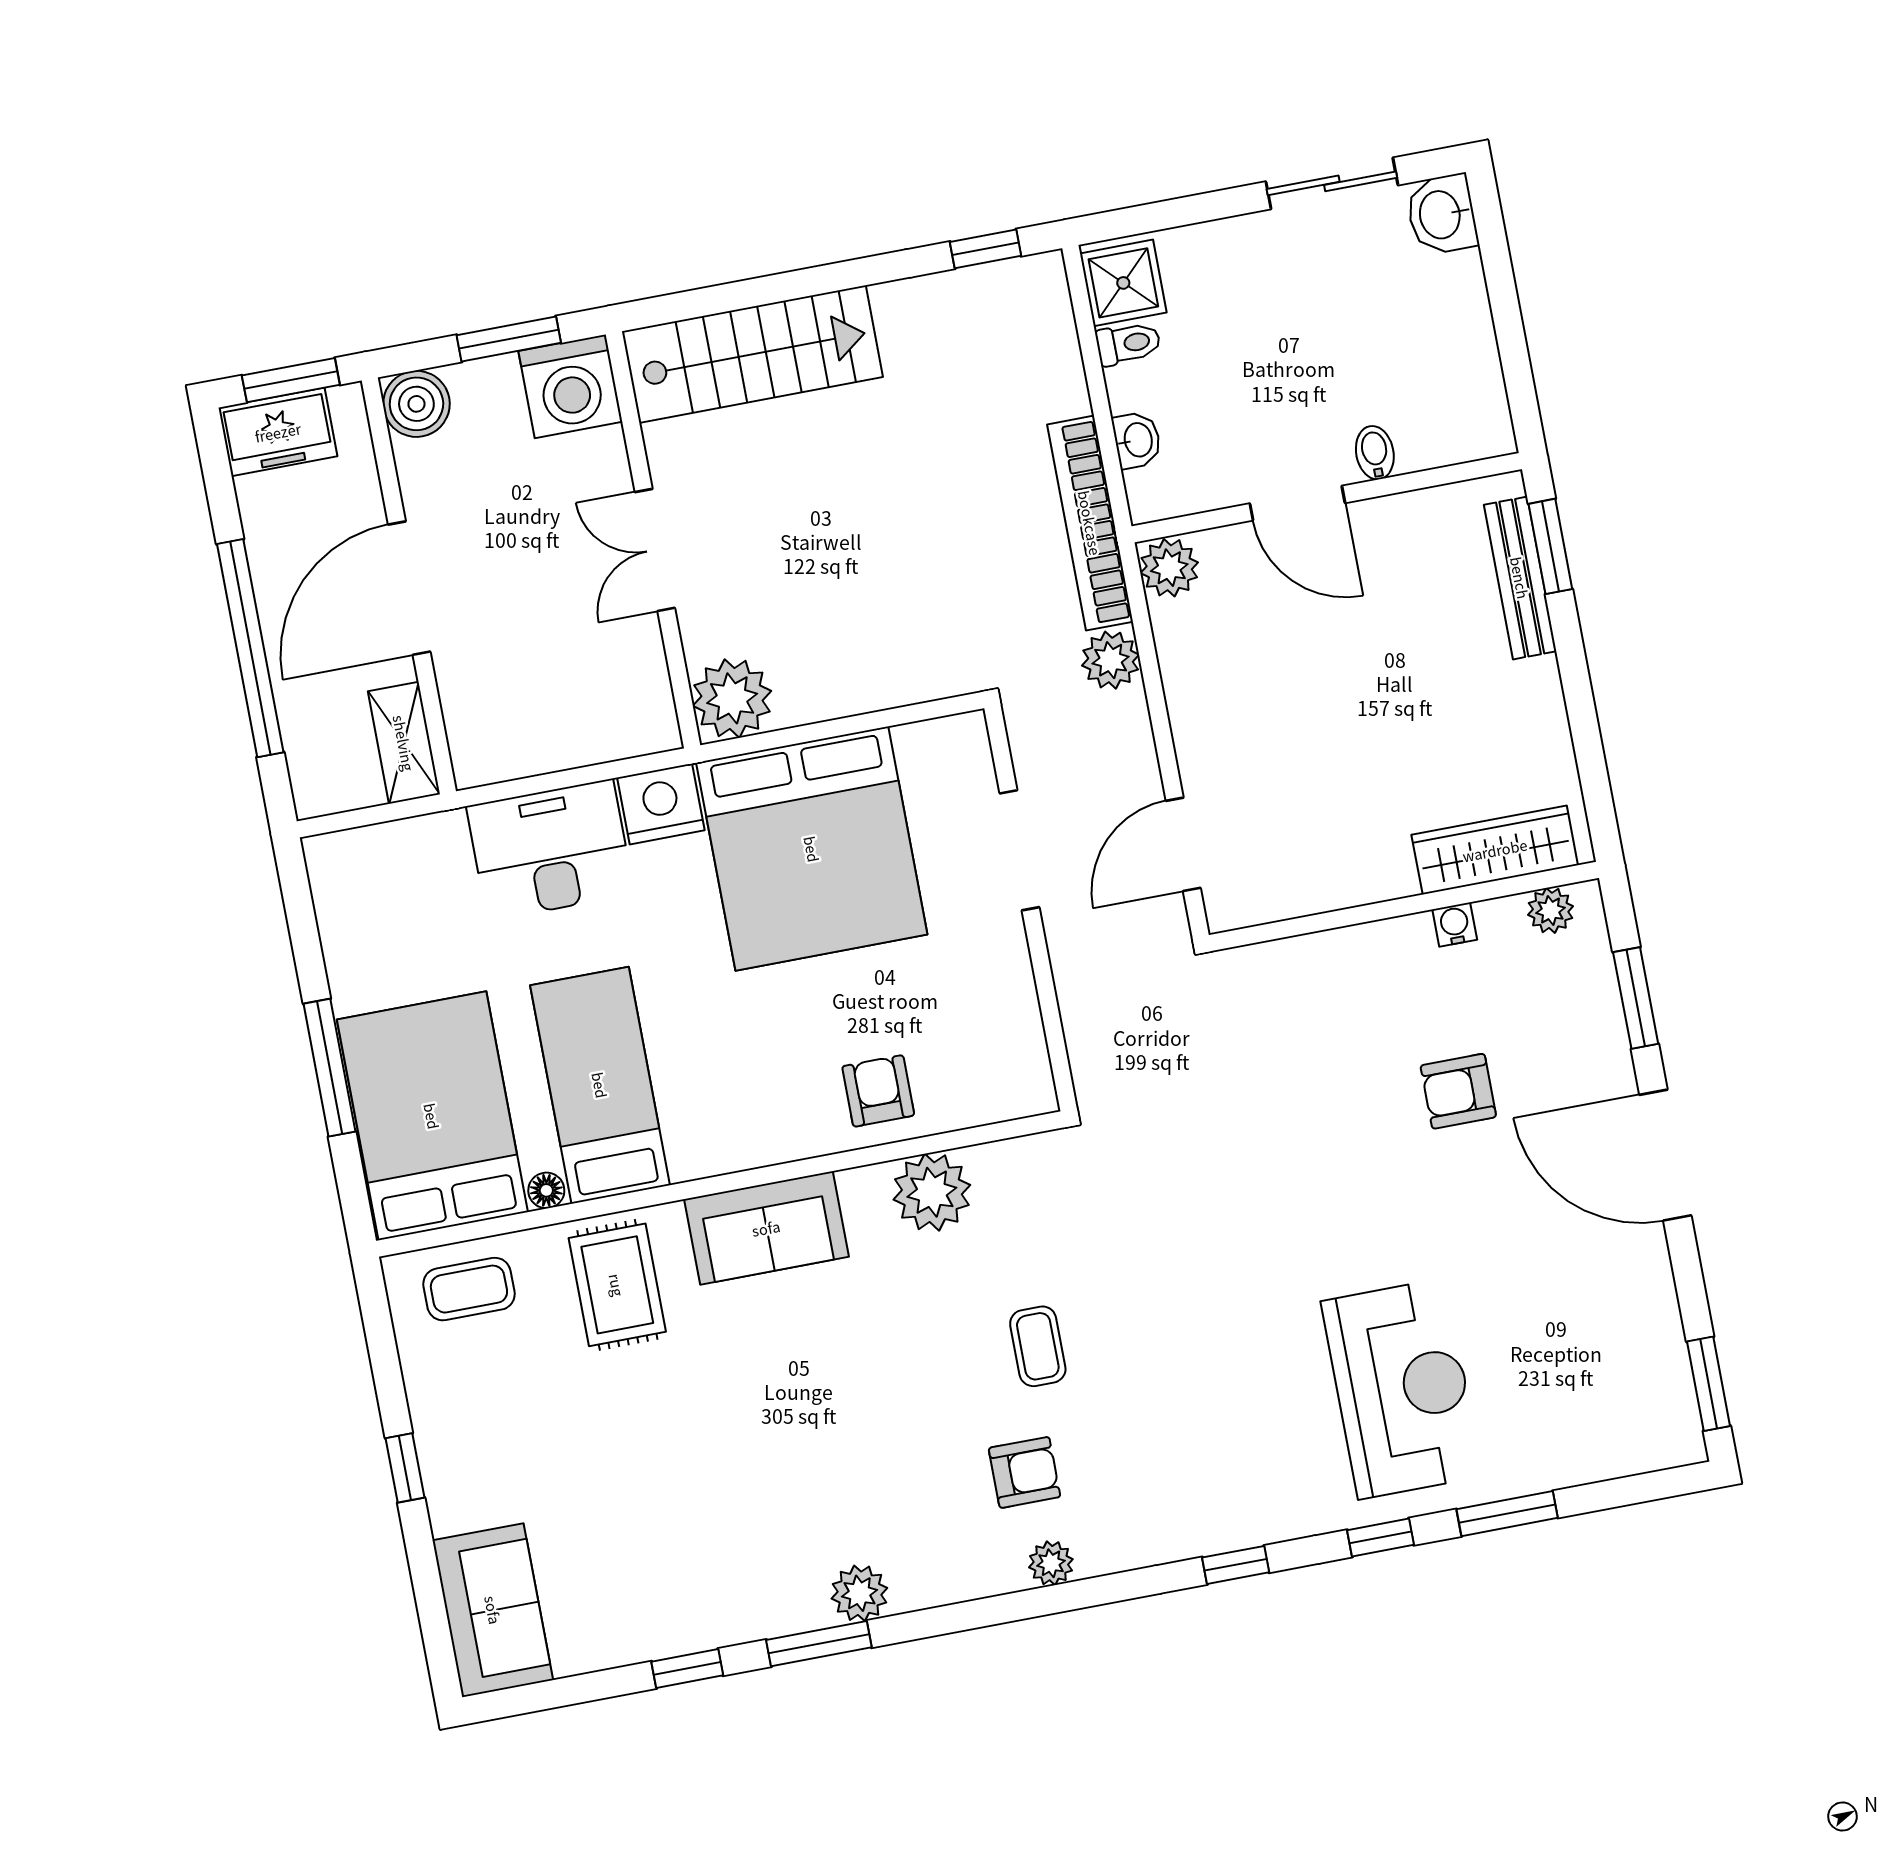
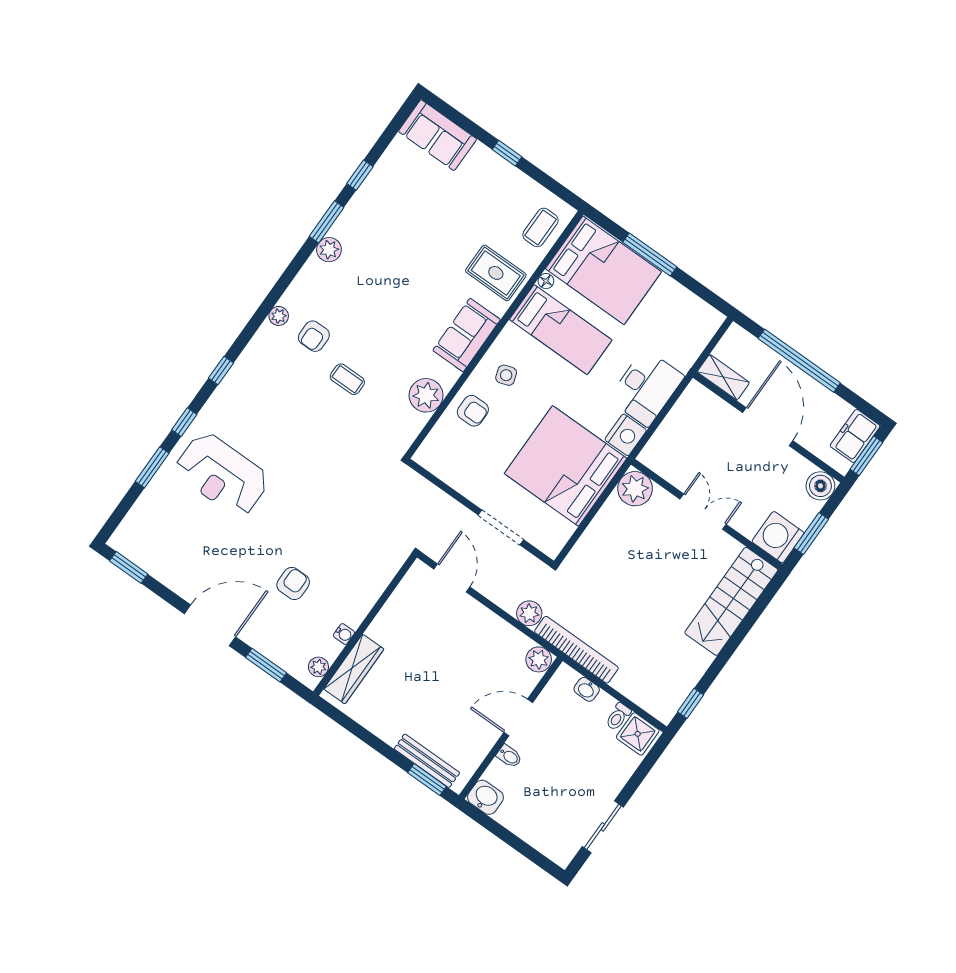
washbasin: (1442, 214) -> (485, 797), moved
side table: (765, 1097) -> (506, 375), added

